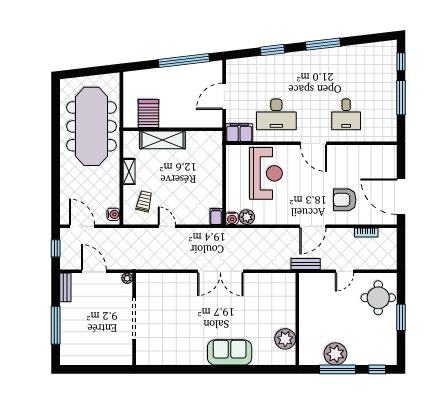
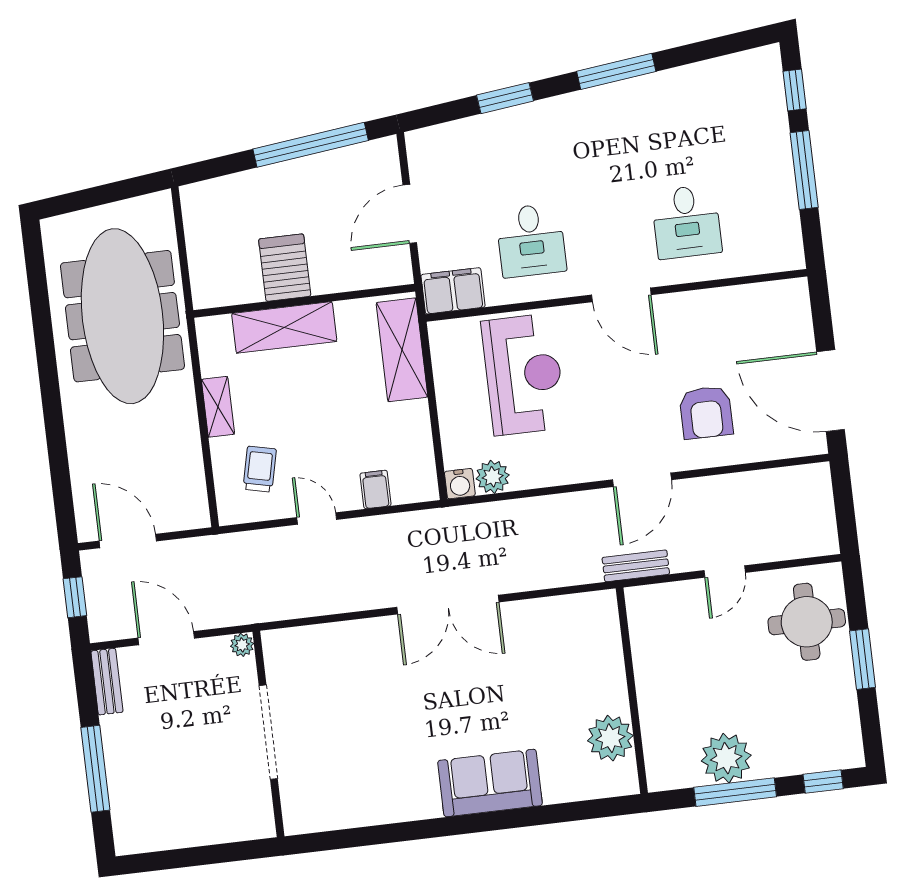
server rack: (149, 113) -> (285, 268), moved
desk: (276, 114) -> (531, 240), width x0.73
shelving: (213, 156) -> (402, 350), added
armchair: (345, 200) -> (706, 412), turned -90
water cooler: (113, 214) -> (195, 506), removed
filing cabinet: (216, 216) -> (376, 489), moved
bookcase: (366, 233) -> (763, 480), removed

